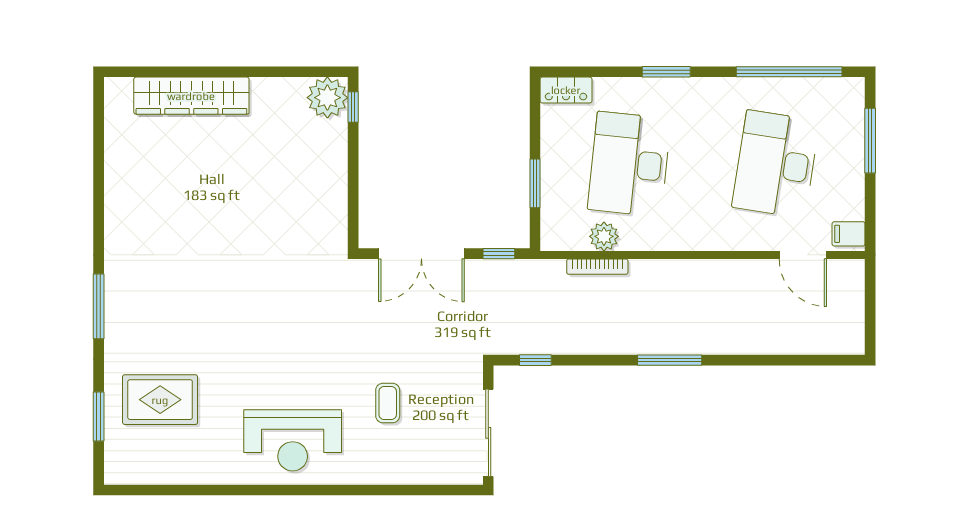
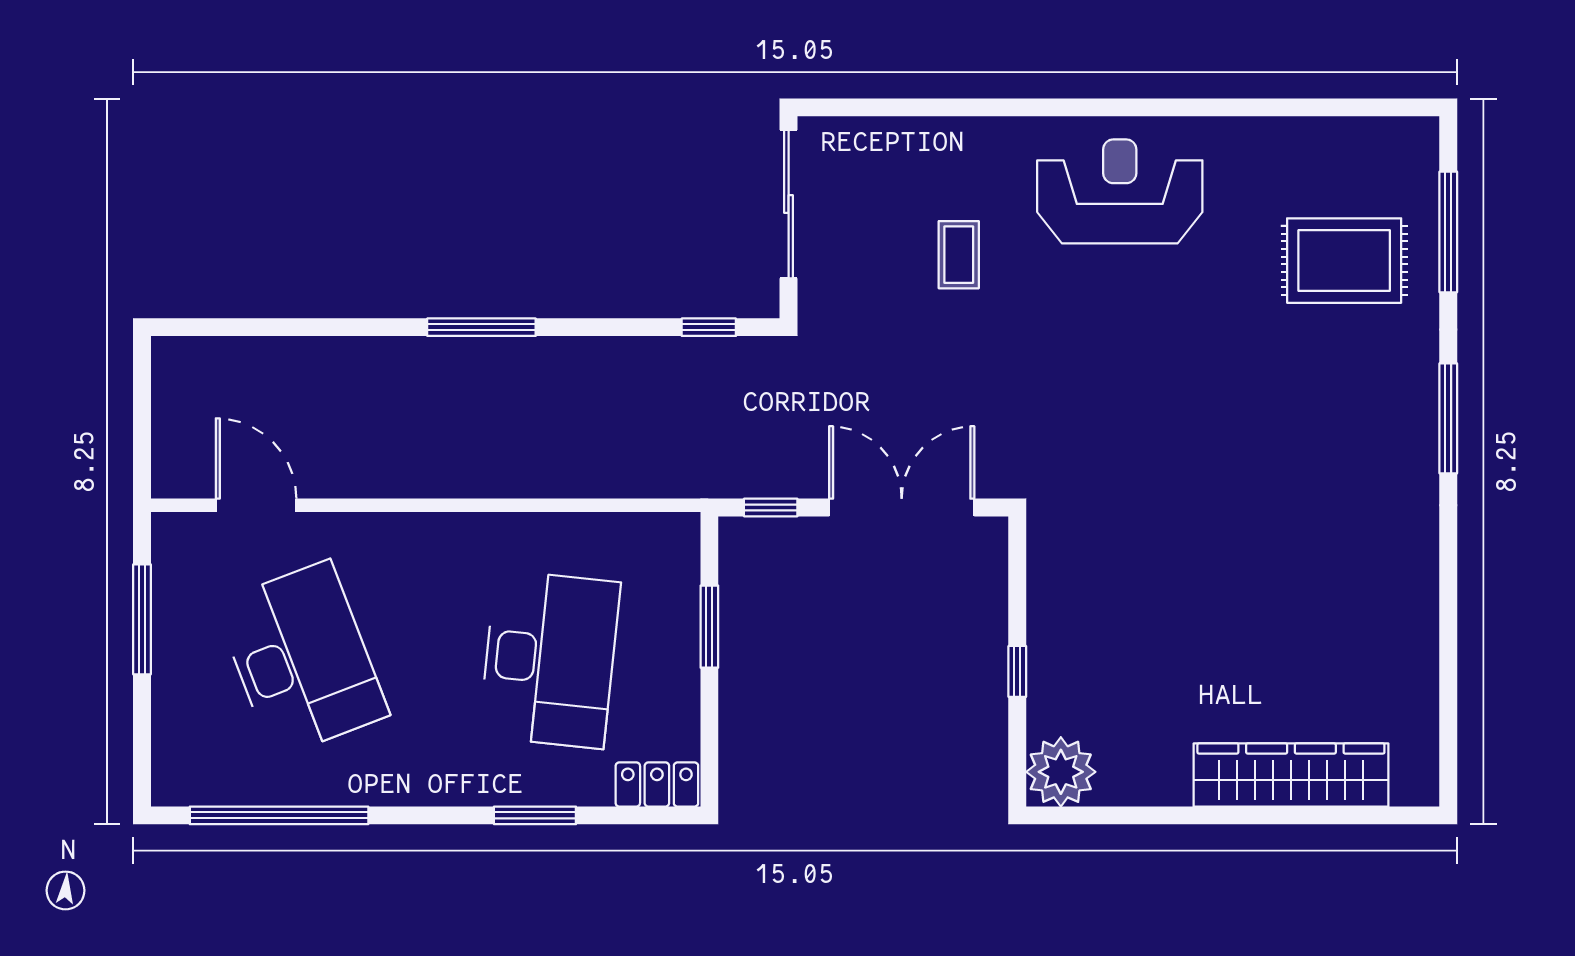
window: (666, 72) -> (535, 815), moved
window: (353, 107) -> (1017, 671), moved
window: (870, 141) -> (142, 619), moved
desk: (776, 164) -> (302, 659), turned -30
filing cabinet: (849, 234) -> (179, 541), removed
plant: (604, 236) -> (593, 537), removed
bookcase: (597, 267) -> (604, 485), removed
window: (99, 416) -> (1448, 232), width x1.44

